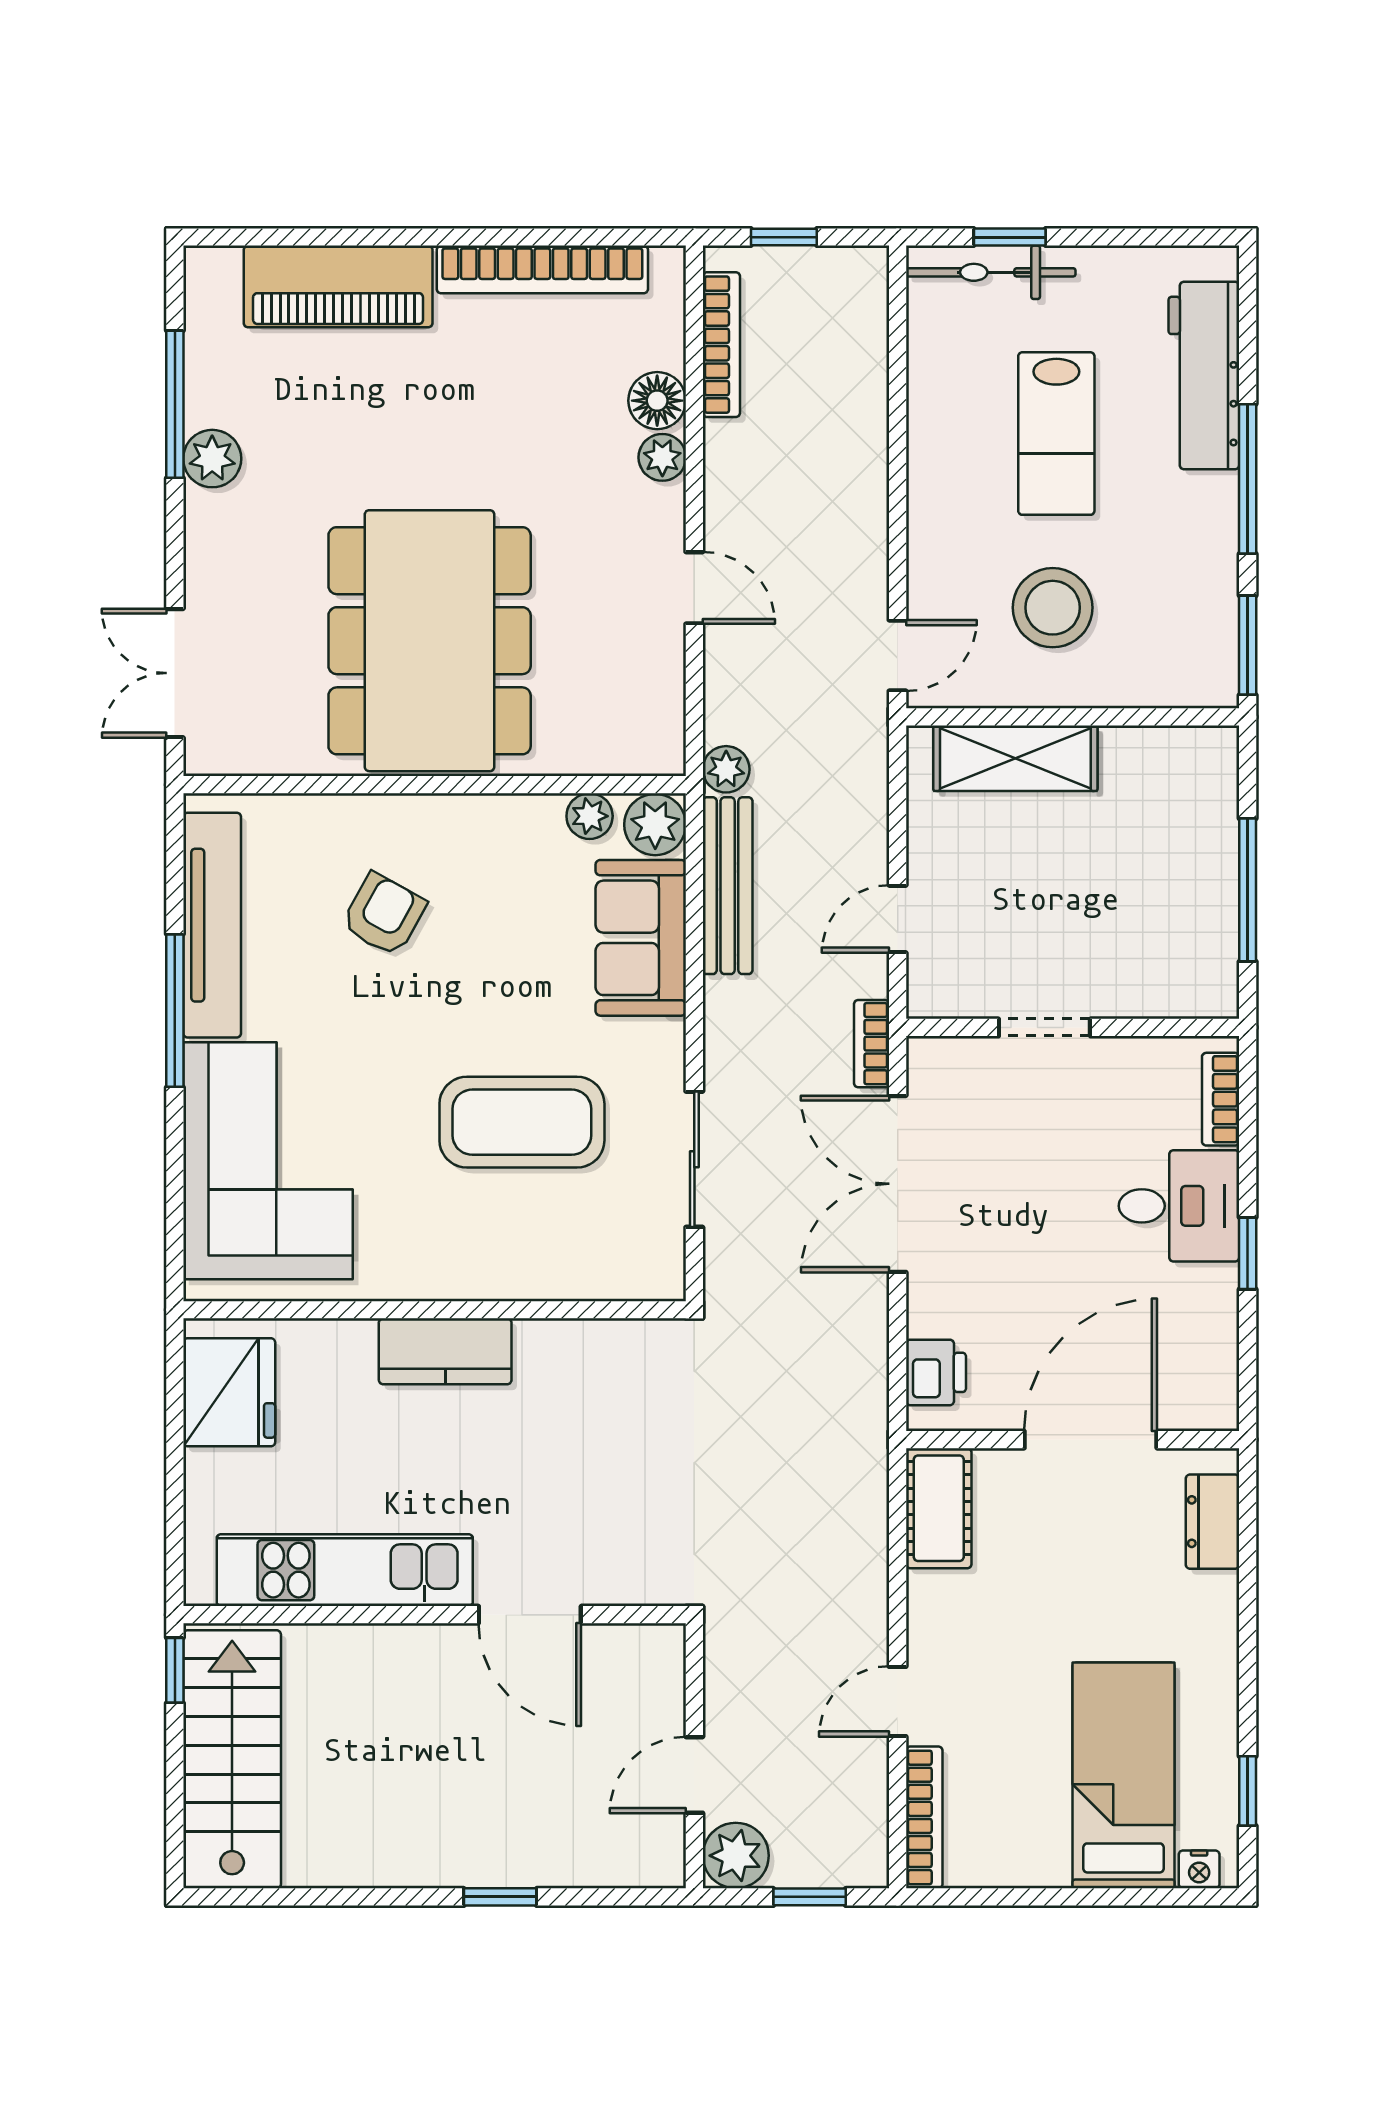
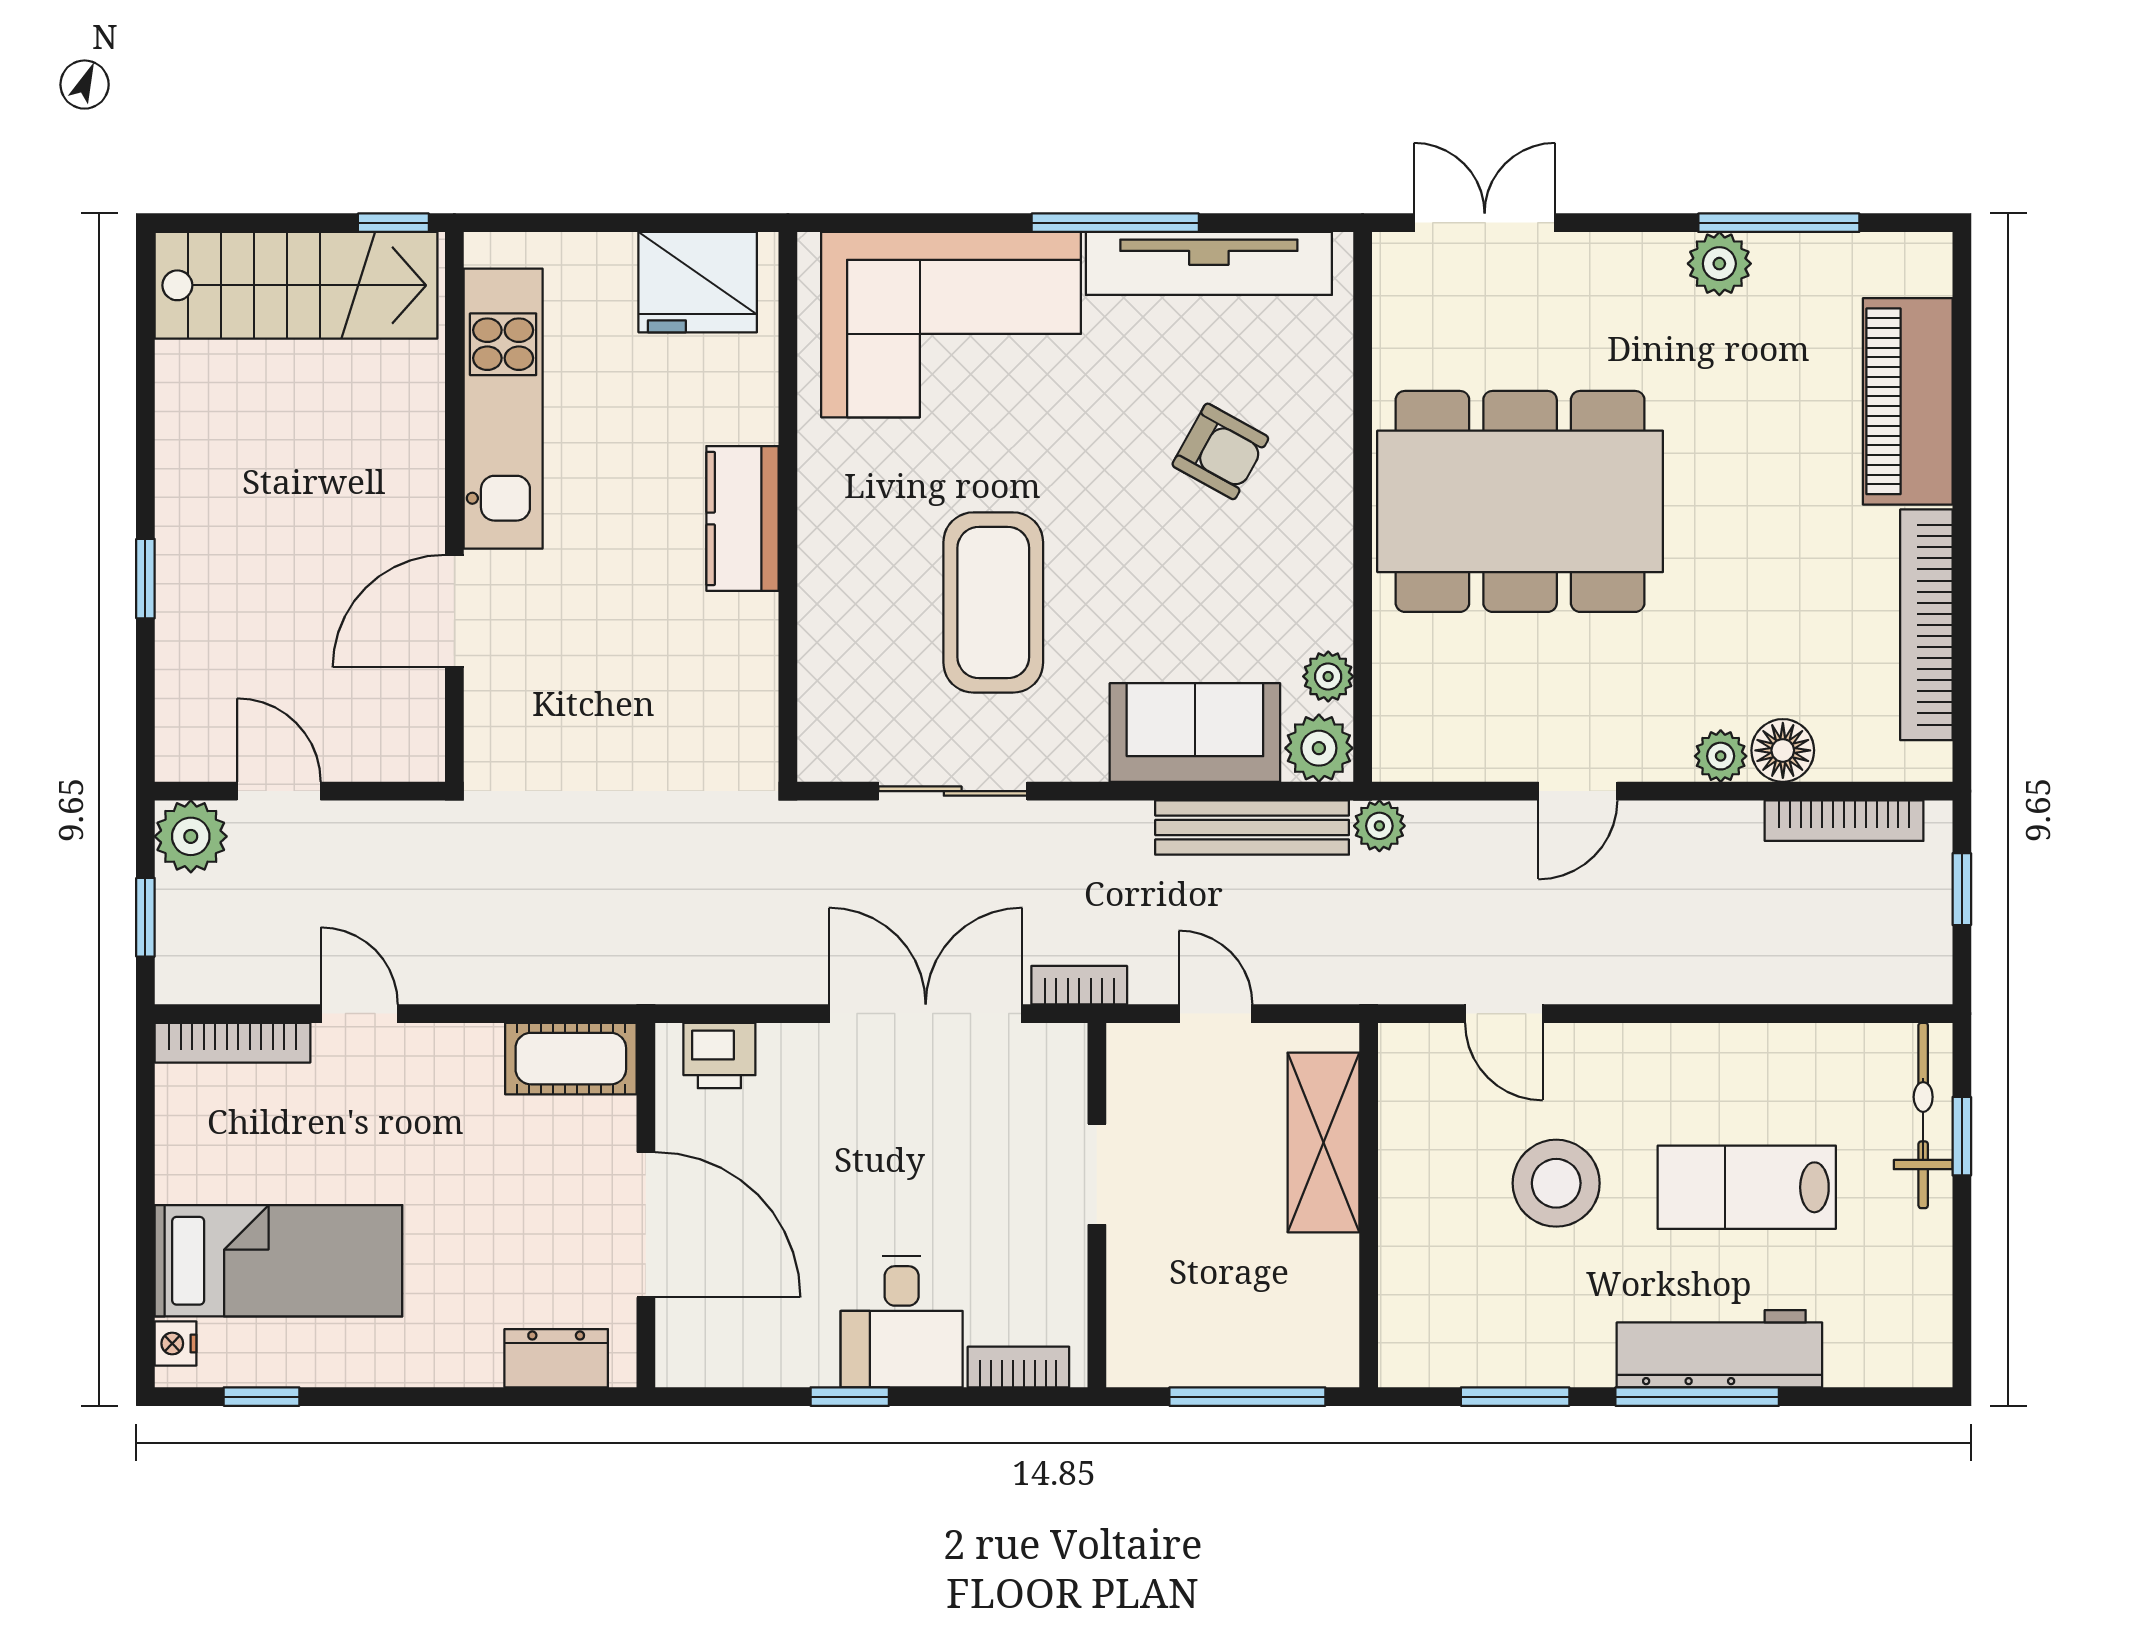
workbench: (1204, 376) -> (1719, 1349), moved
wall: (1073, 717) -> (1369, 1205), moved
shelving: (1015, 758) -> (1323, 1142), moved

